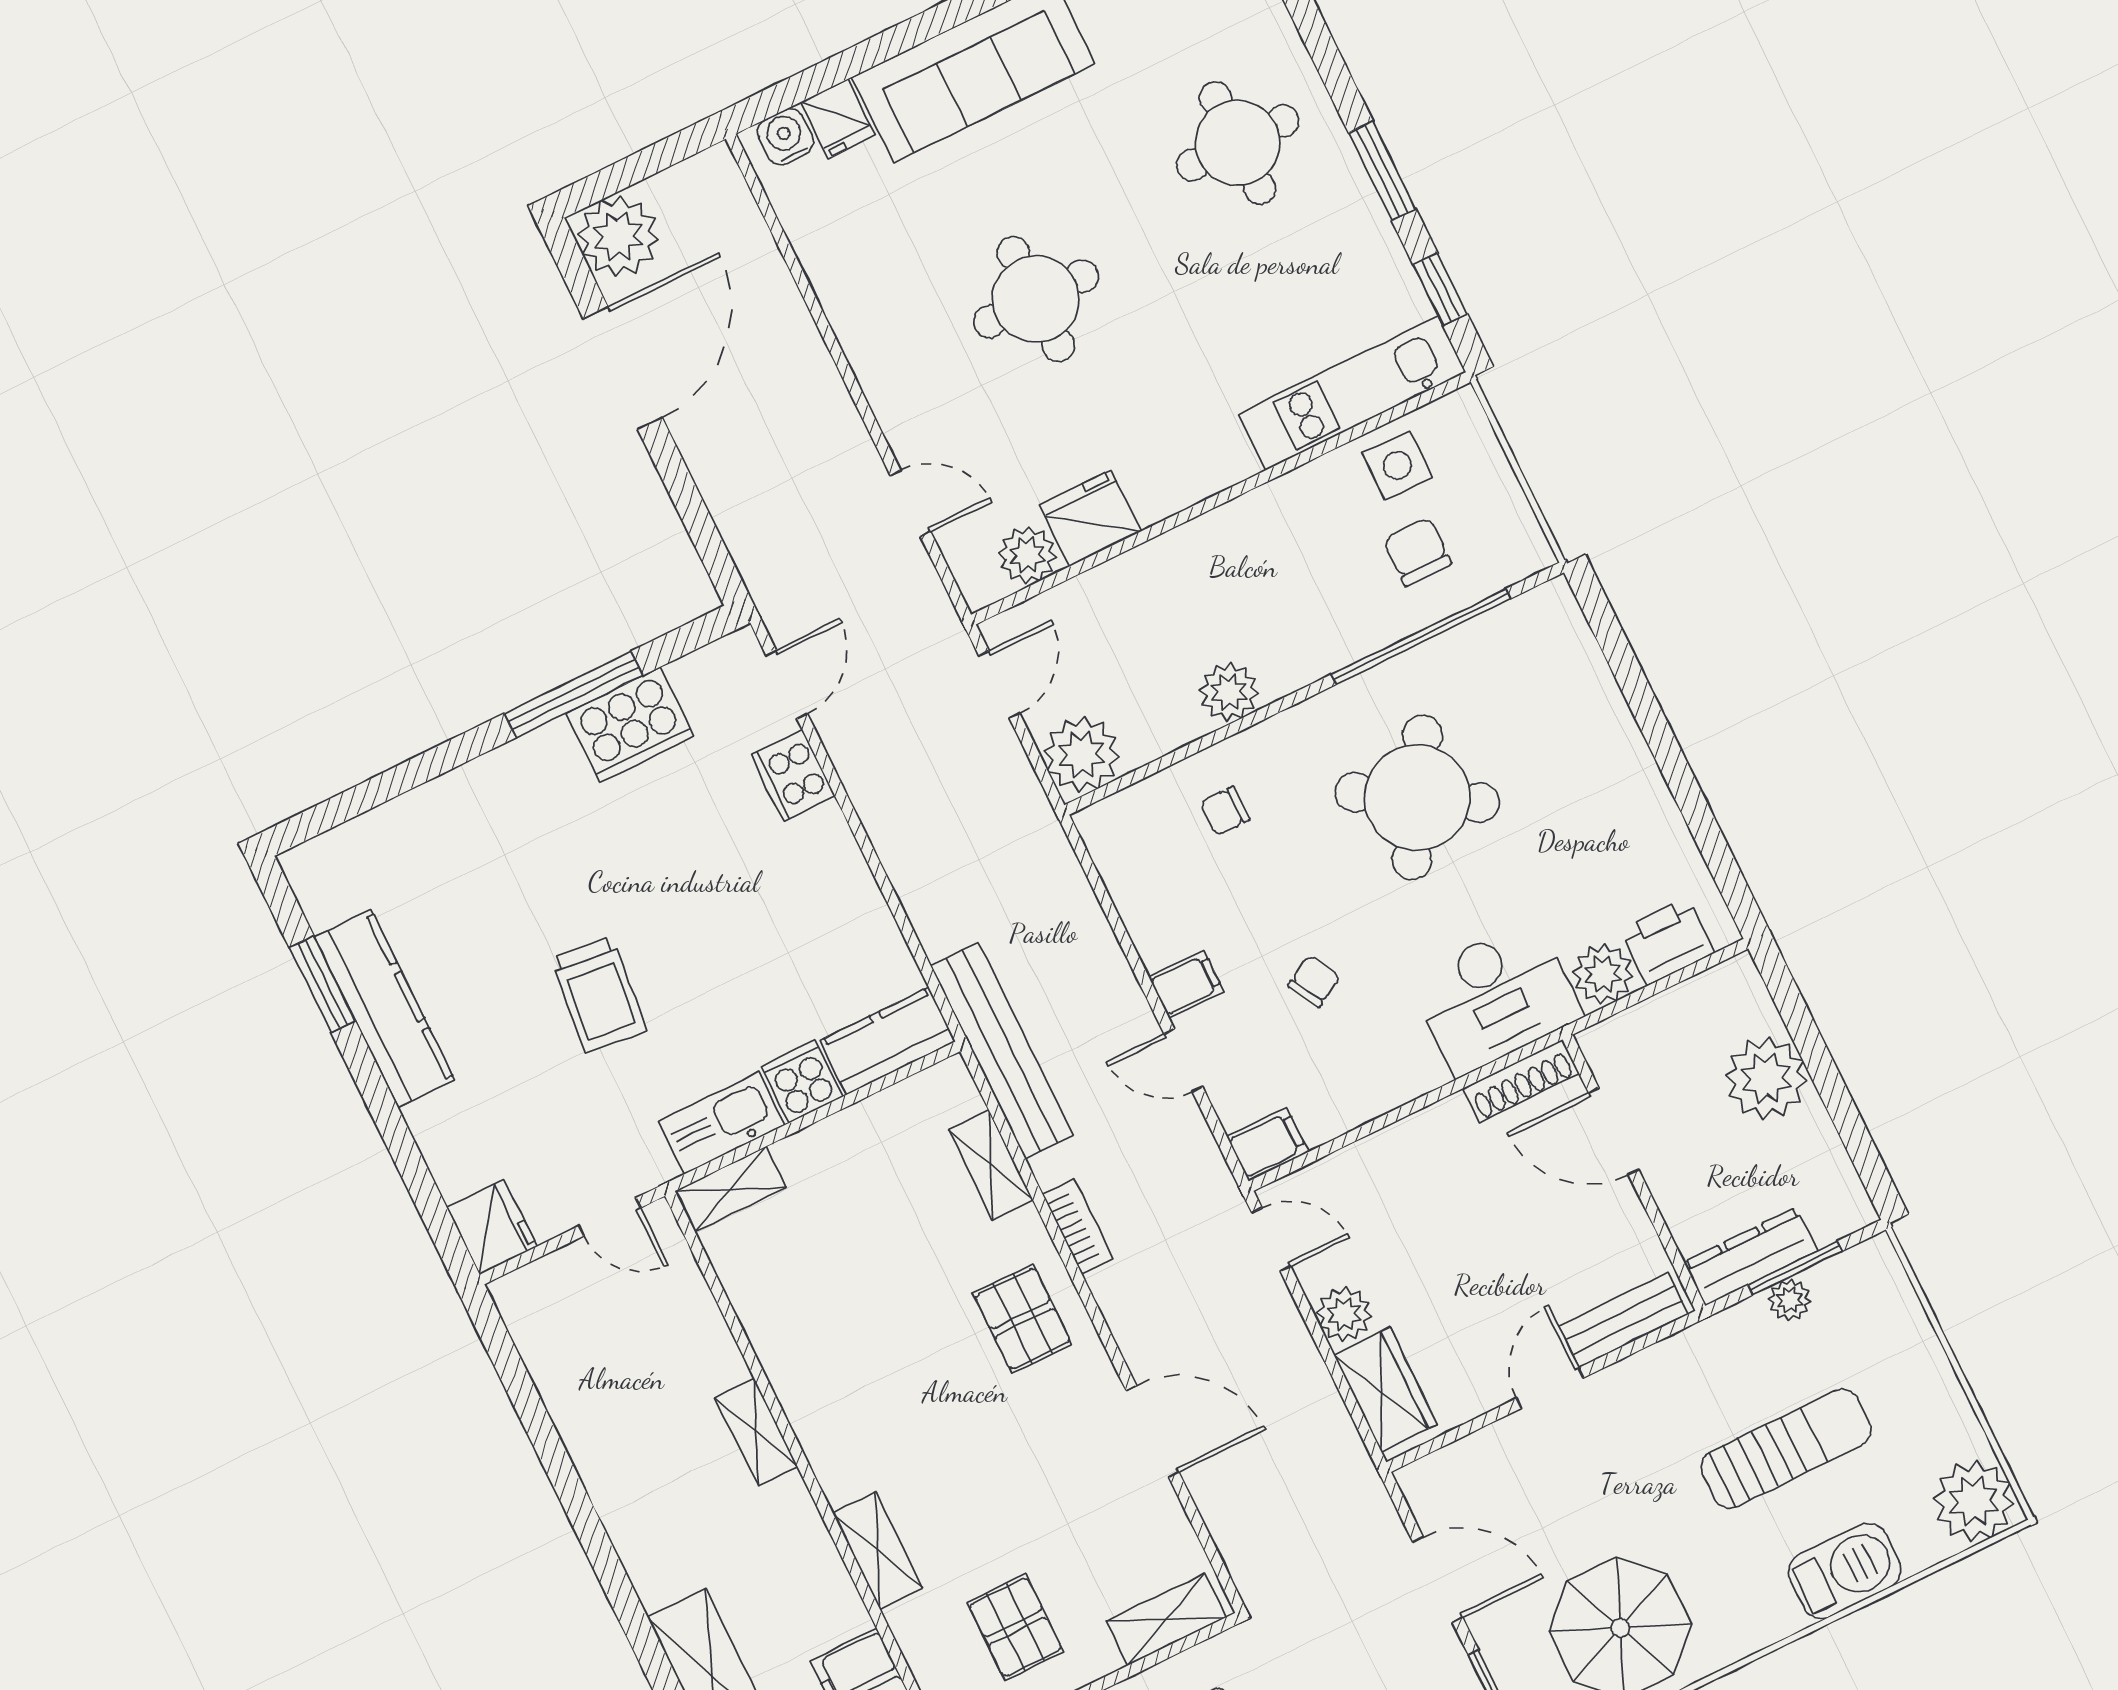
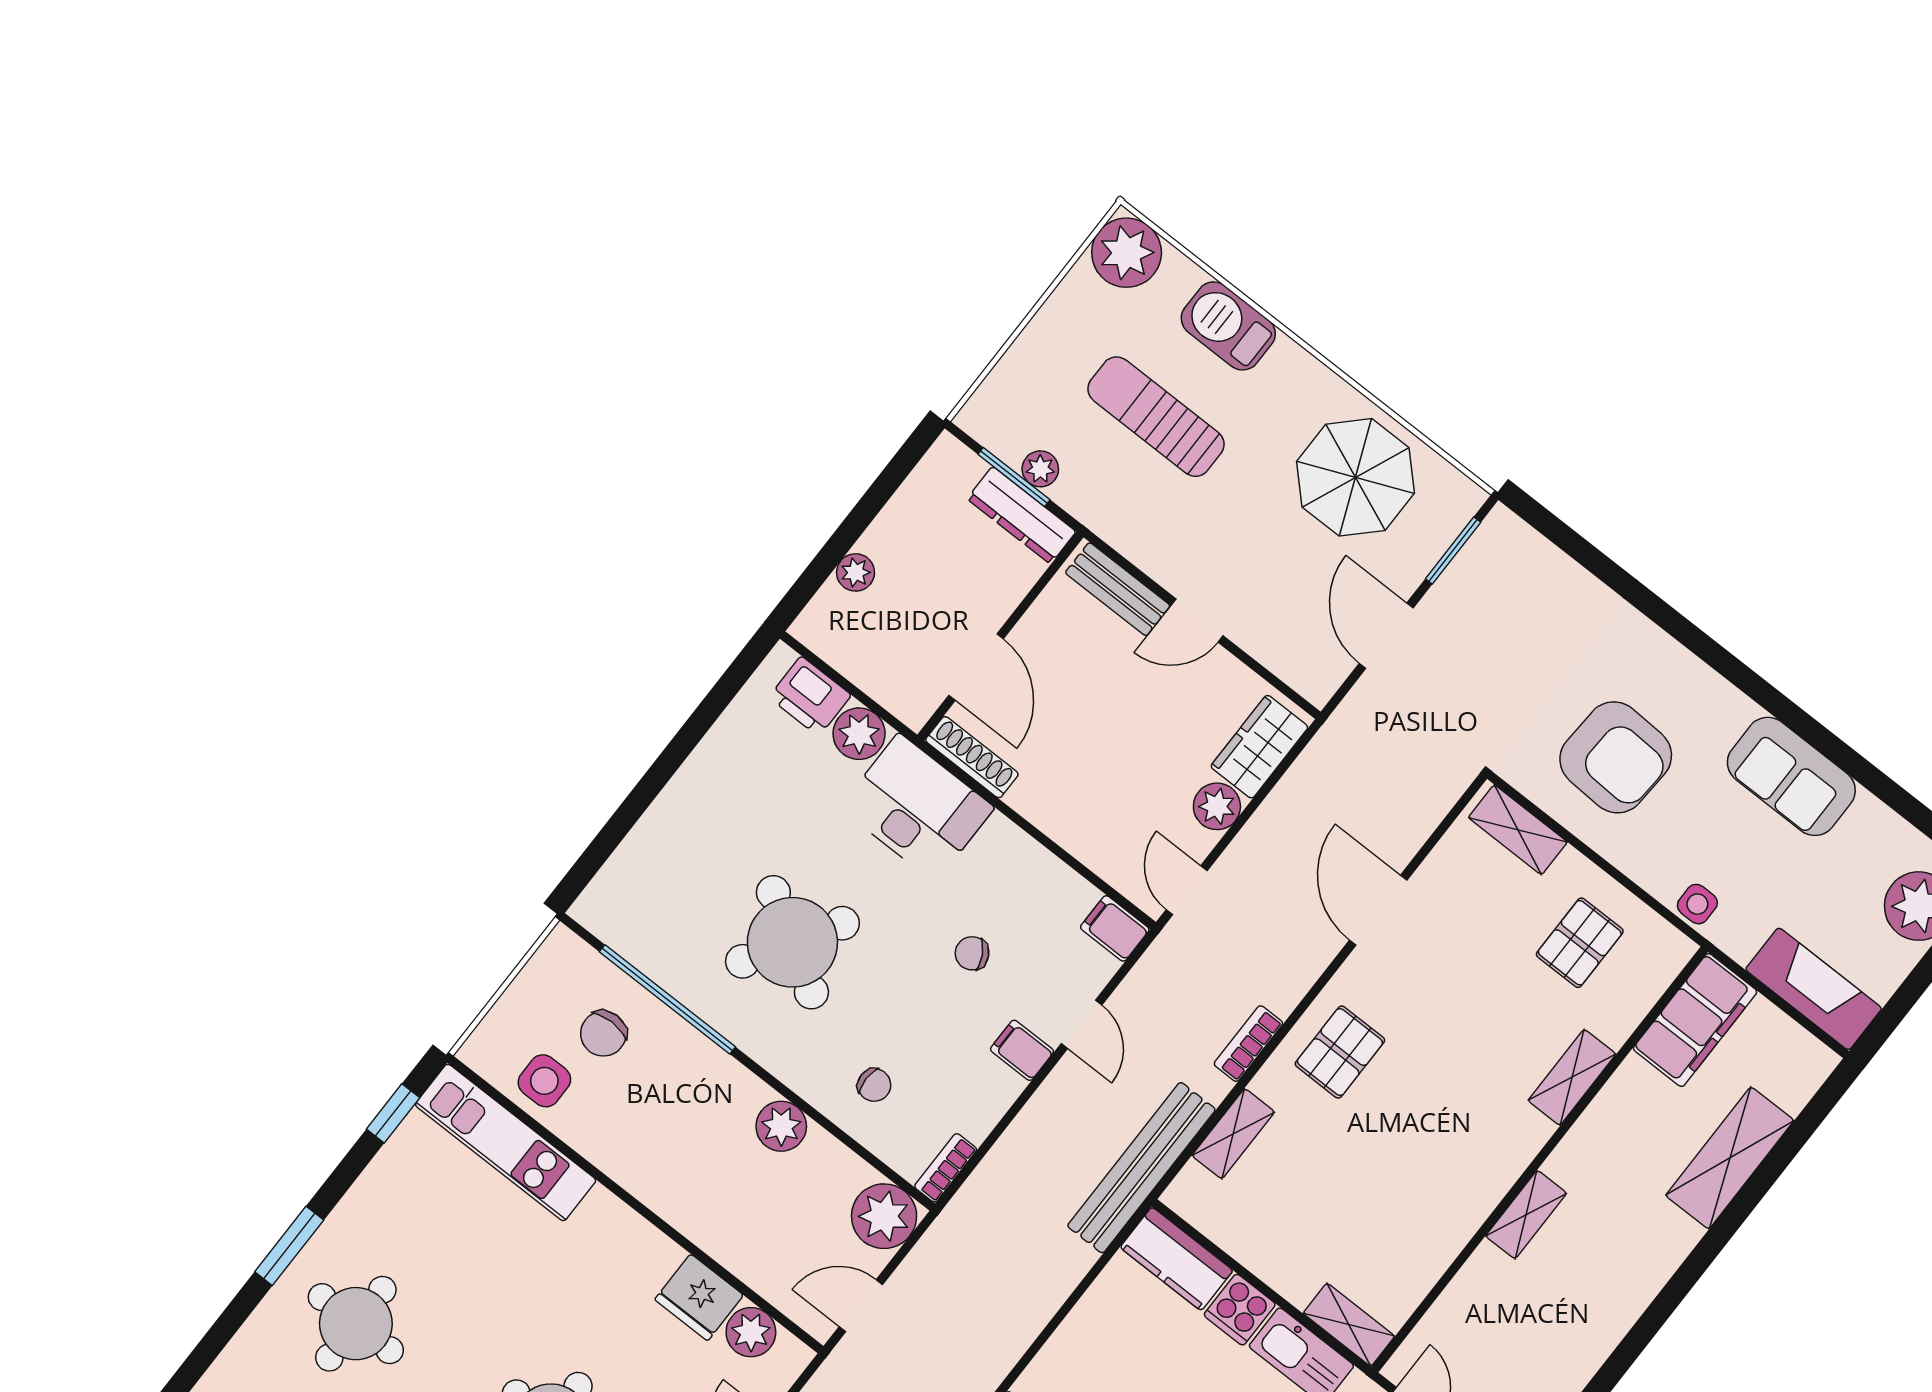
window: (1382, 171) -> (289, 1246), moved
bookcase: (1101, 844) -> (946, 1168), added
plant: (1766, 1078) -> (856, 572), width x0.53, depth x0.53

